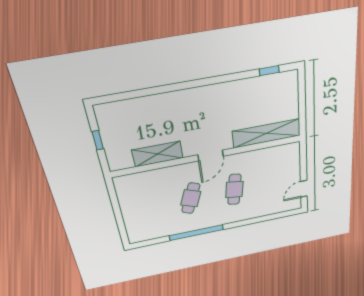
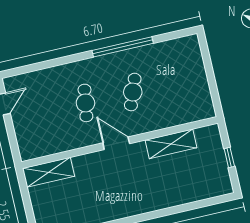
shelving: (267, 133) -> (48, 172), width x0.68
door: (211, 156) -> (116, 143), hinge flipped

